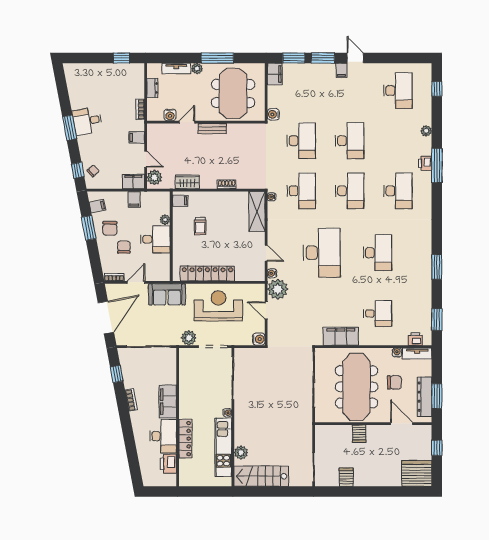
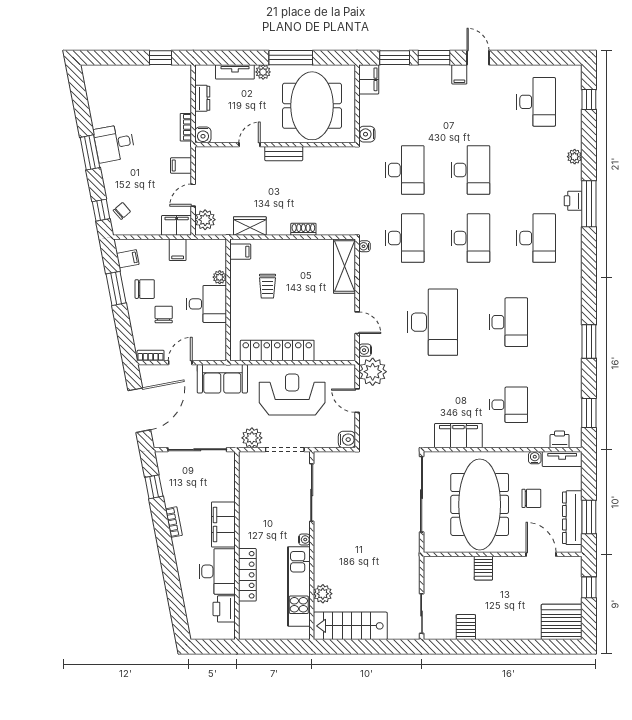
water cooler: (170, 115) -> (203, 135), moved
door: (146, 159) -> (193, 195), swing flipped
chair: (110, 228) -> (145, 289), turned -90

